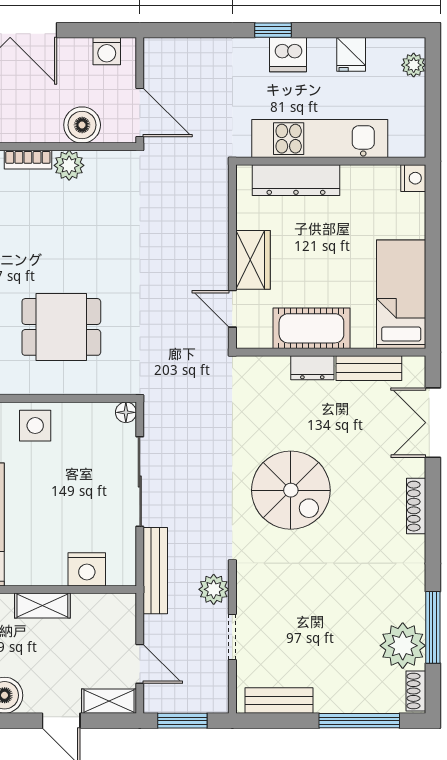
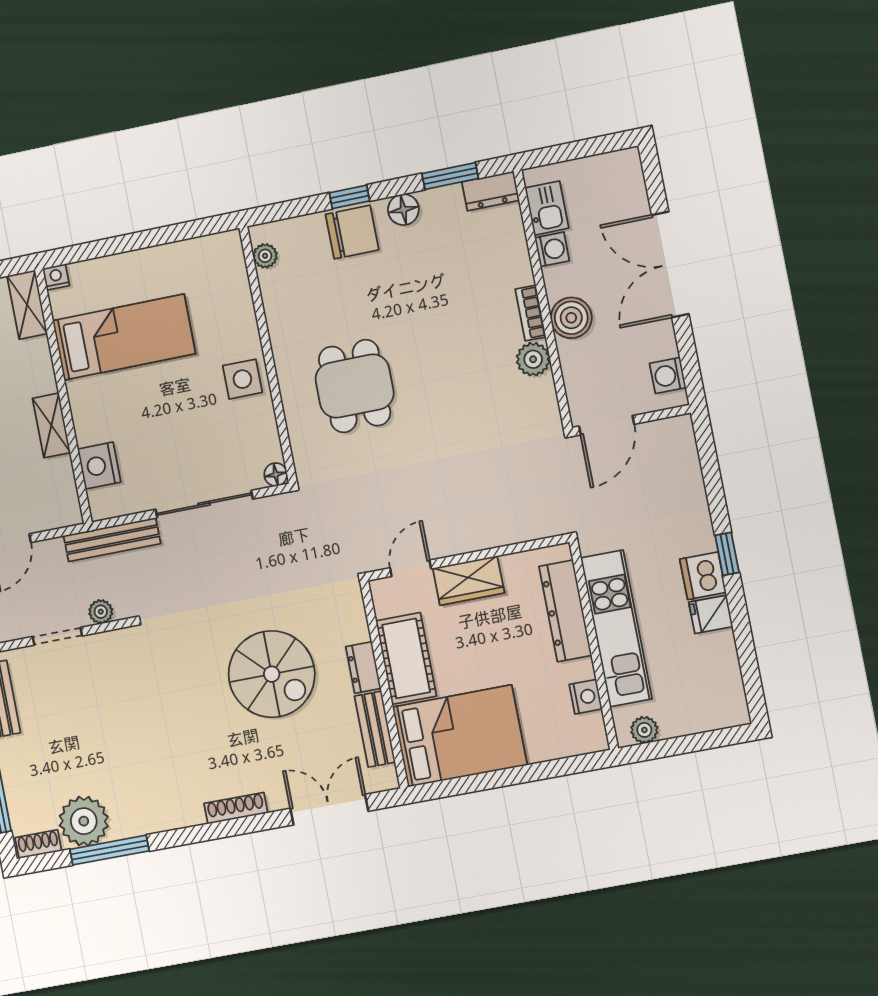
fridge: (351, 54) -> (711, 614), moved
plant: (414, 65) -> (644, 730), moved
boiler: (82, 125) -> (571, 318), moved
nightstand: (413, 178) -> (586, 697), moved, turned -90
bed: (401, 294) -> (460, 736), width x1.50
spiral stairs: (291, 490) -> (272, 674), moved, turned -90
plant: (214, 589) -> (101, 612), width x0.73, depth x0.73

